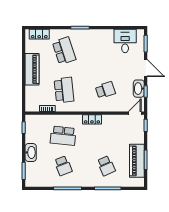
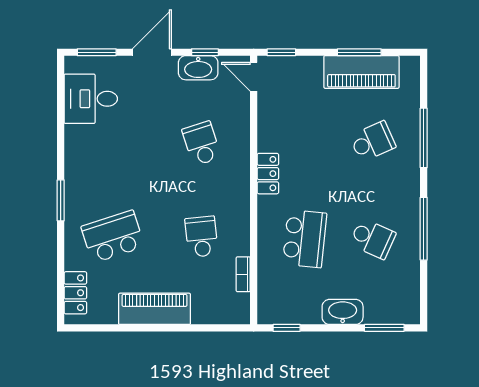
school desk: (64, 90) -> (201, 237), width x0.54
school desk: (63, 166) -> (373, 239), turned 45

